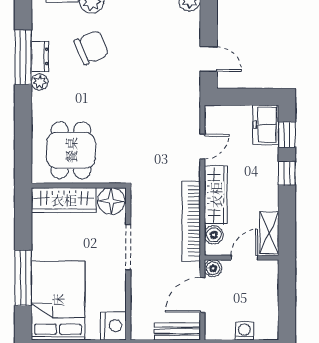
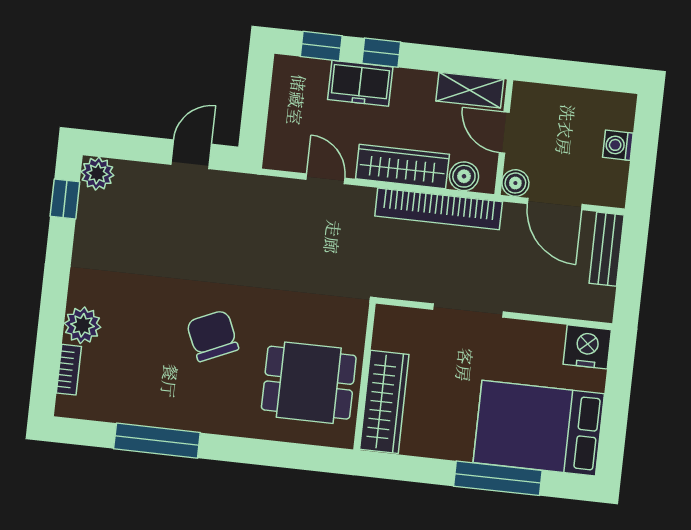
chair: (91, 47) -> (213, 336), moved
dresser: (40, 57) -> (159, 414), removed
plant: (40, 82) -> (198, 419), removed
freezer: (266, 125) -> (360, 83), moved
floor lamp: (111, 201) -> (394, 329), removed

